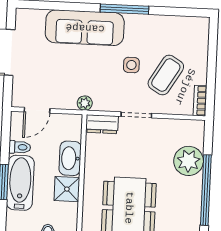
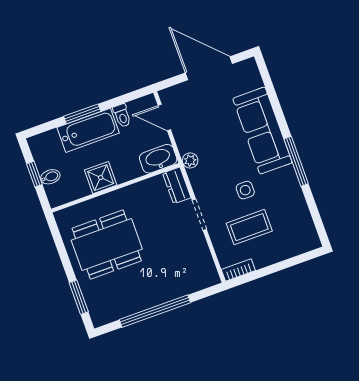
coffee table: (166, 75) -> (249, 227), turned -31
washbasin: (70, 158) -> (158, 159), moved
plant: (189, 161) -> (176, 283), removed

